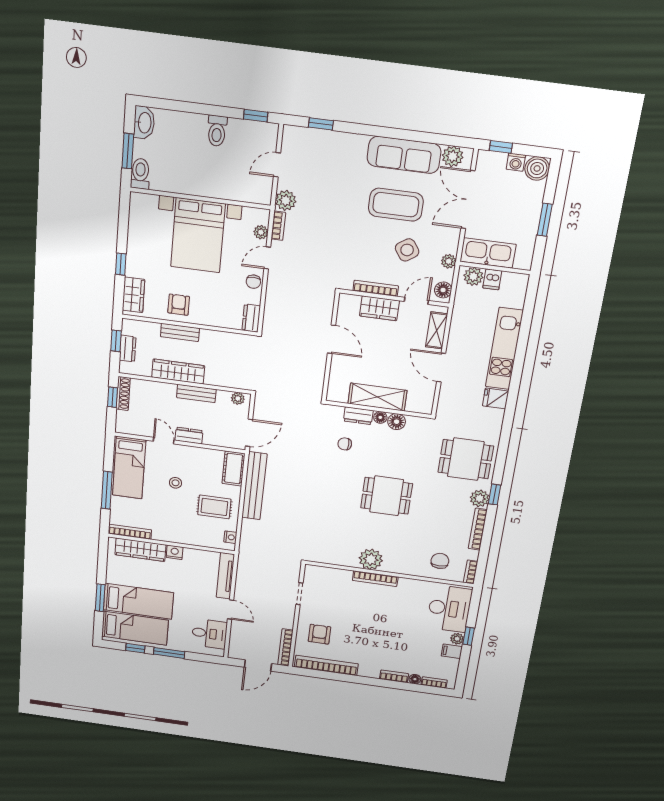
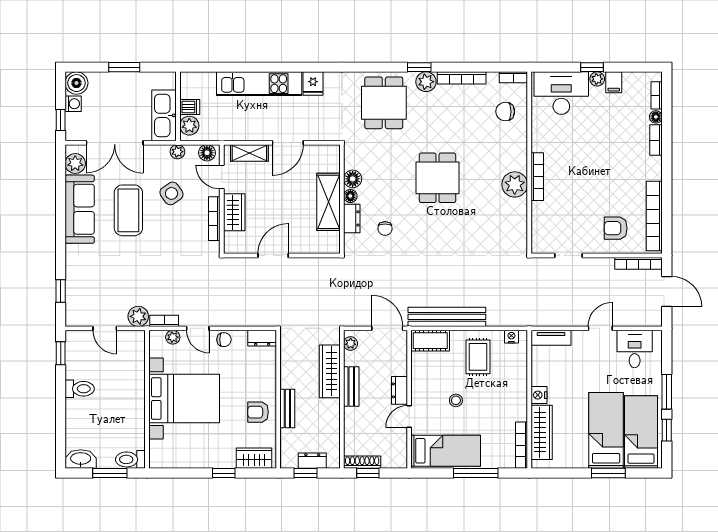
wardrobe: (178, 371) -> (330, 371), moved
tv unit: (225, 576) -> (551, 338), width x0.71

